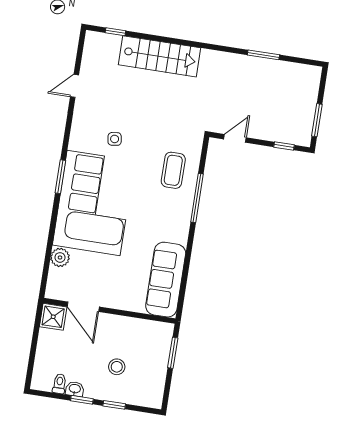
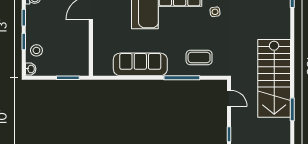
stairs: (159, 56) -> (274, 78), moved, width x1.36, depth x1.51
sofa: (166, 280) -> (140, 64), moved
stool: (117, 367) -> (36, 50), moved
washbasin: (75, 389) -> (31, 69), moved

